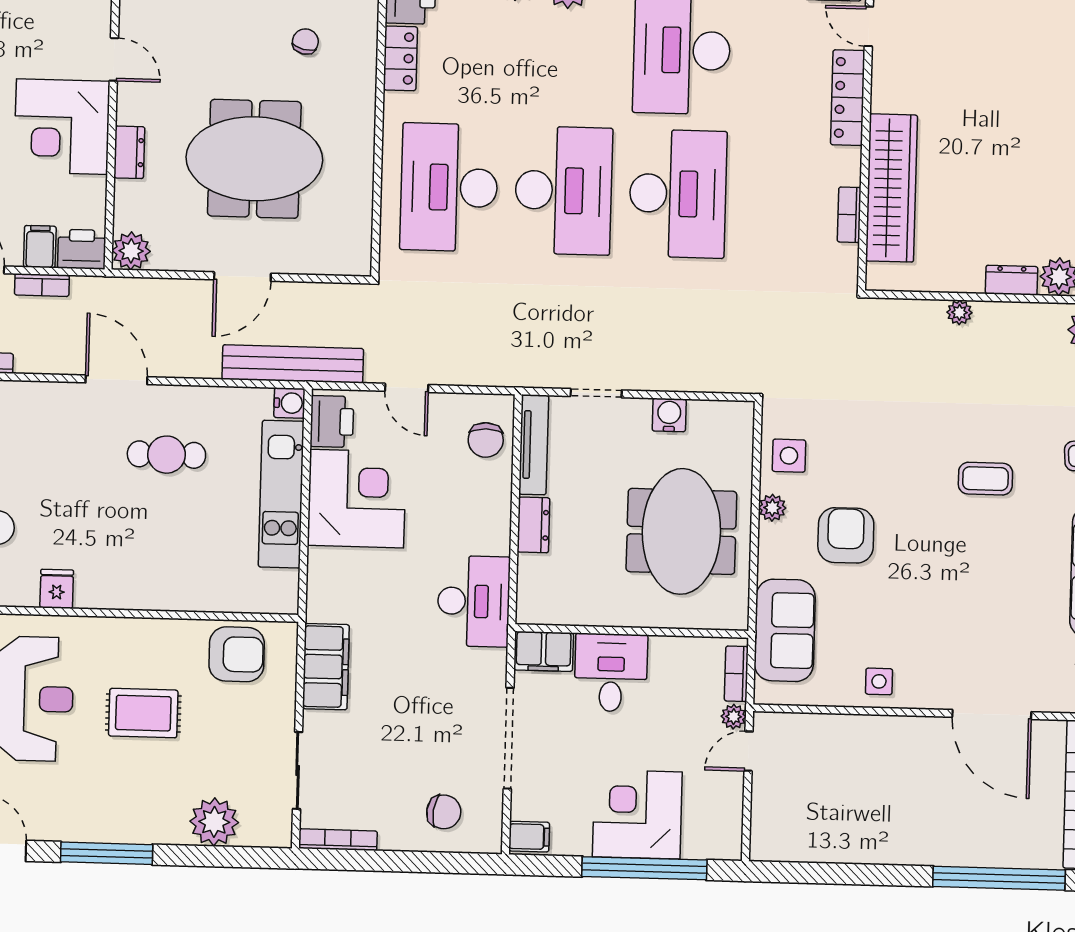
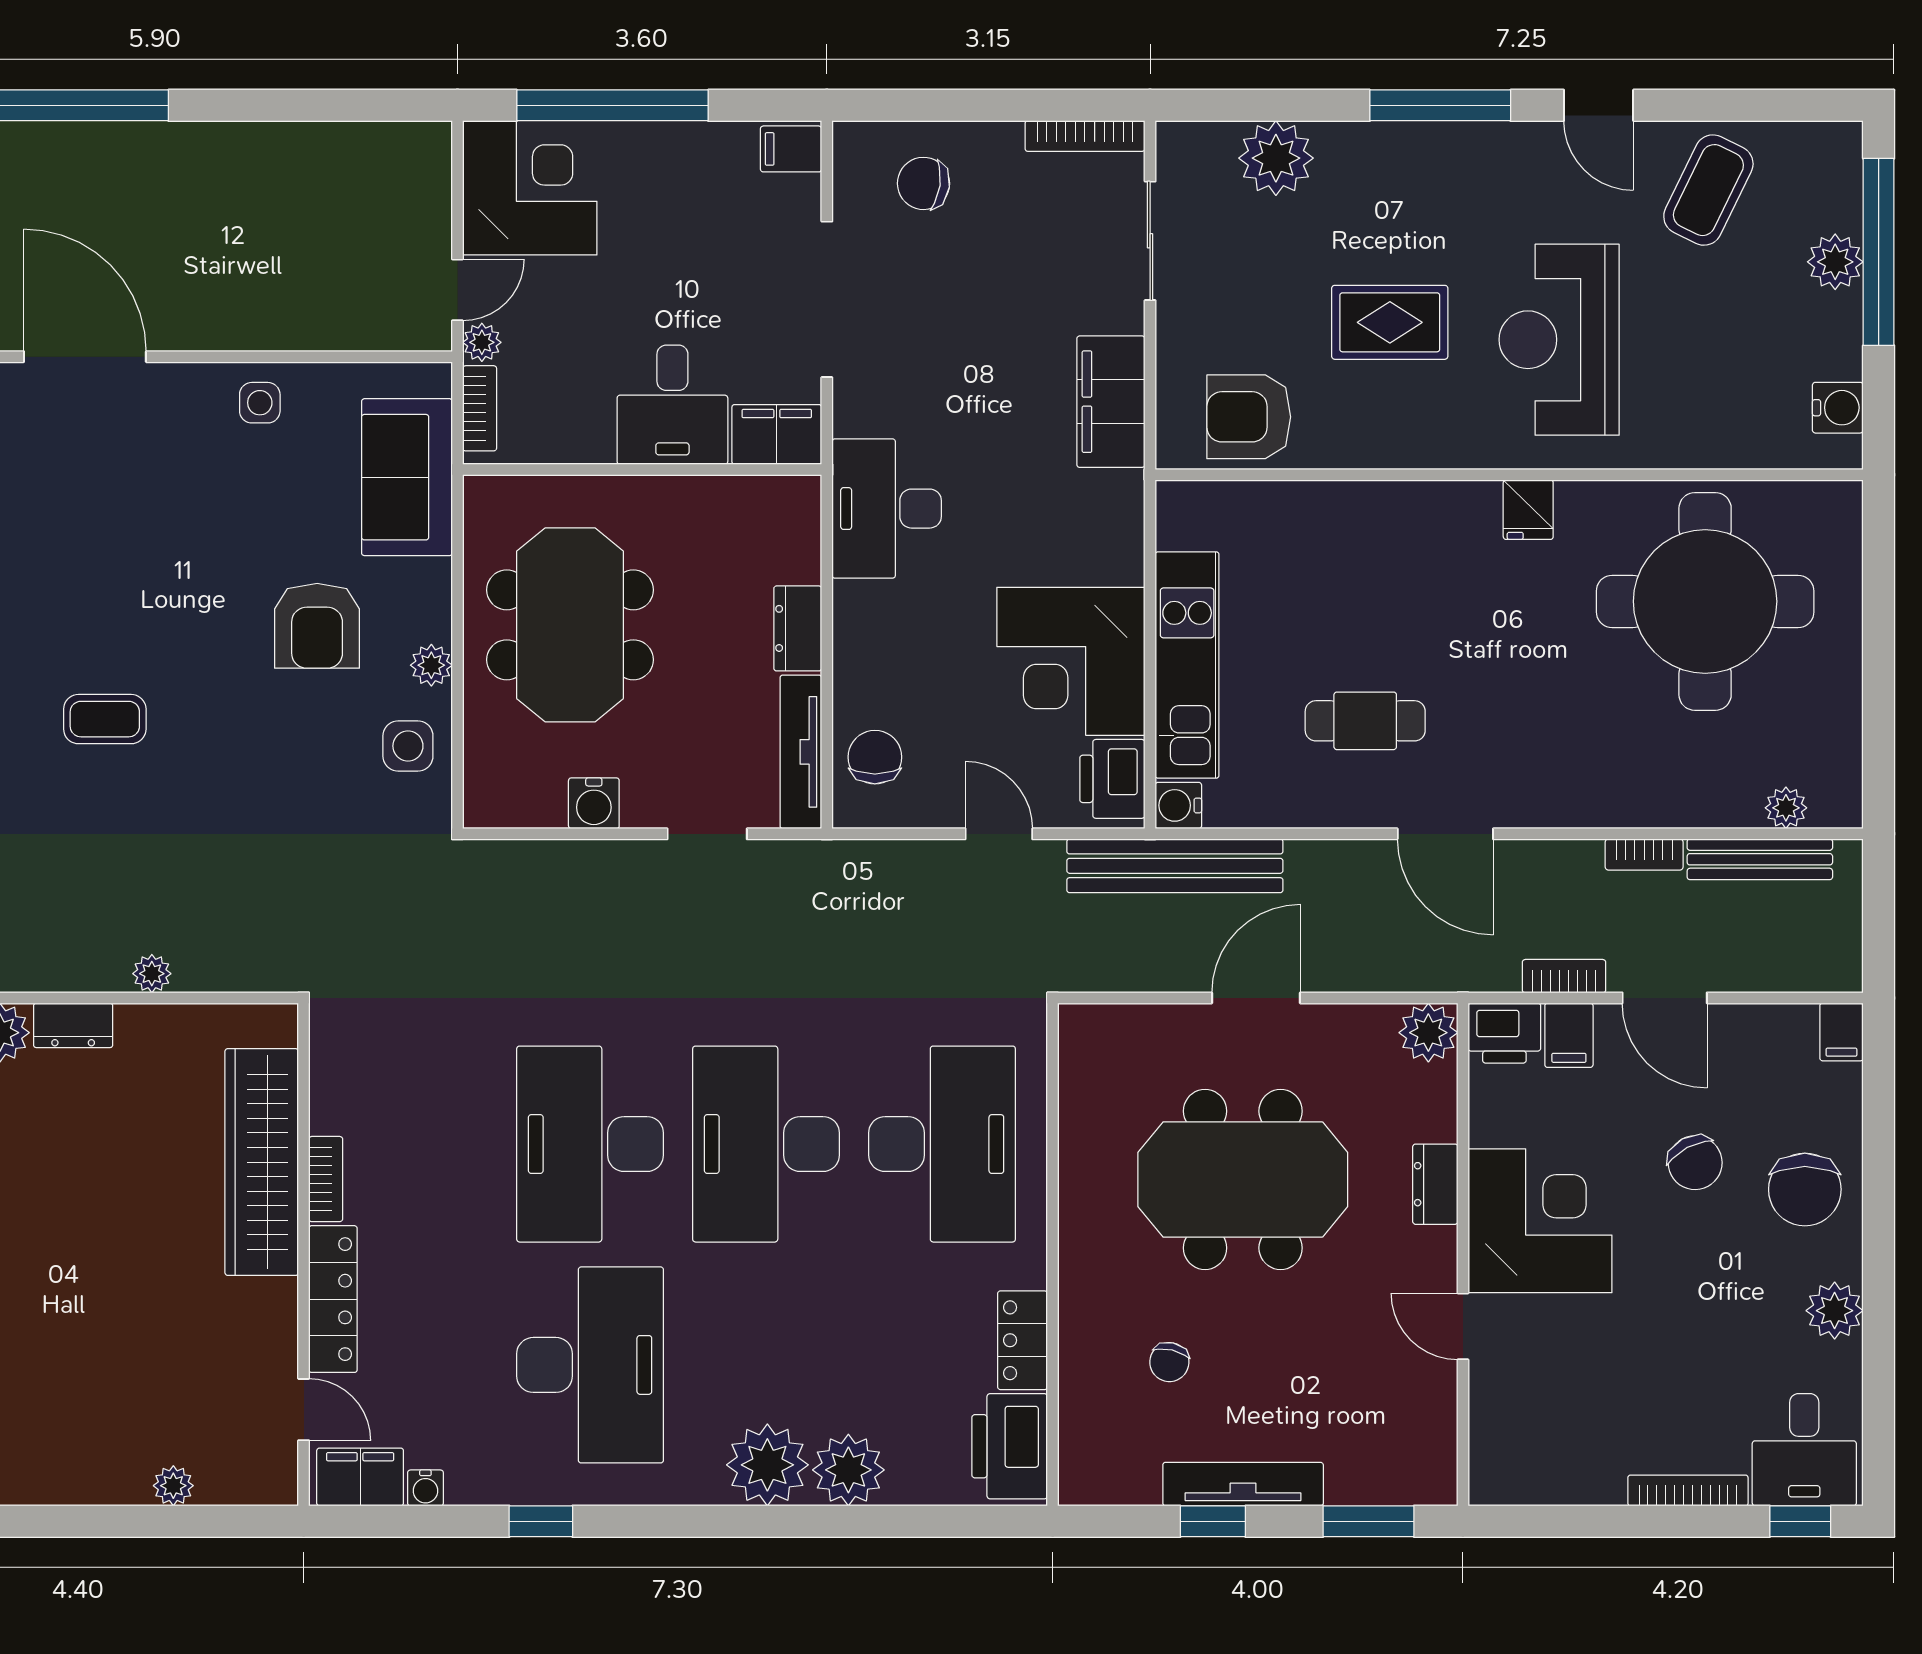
bookcase: (849, 215) -> (326, 1179), moved
corner desk: (637, 814) -> (530, 188), moved, turned -90

